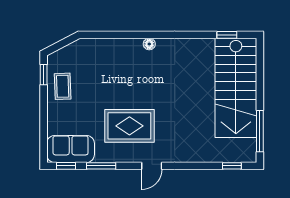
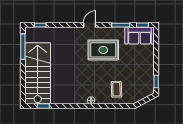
coffee table: (63, 86) -> (116, 89), moved

